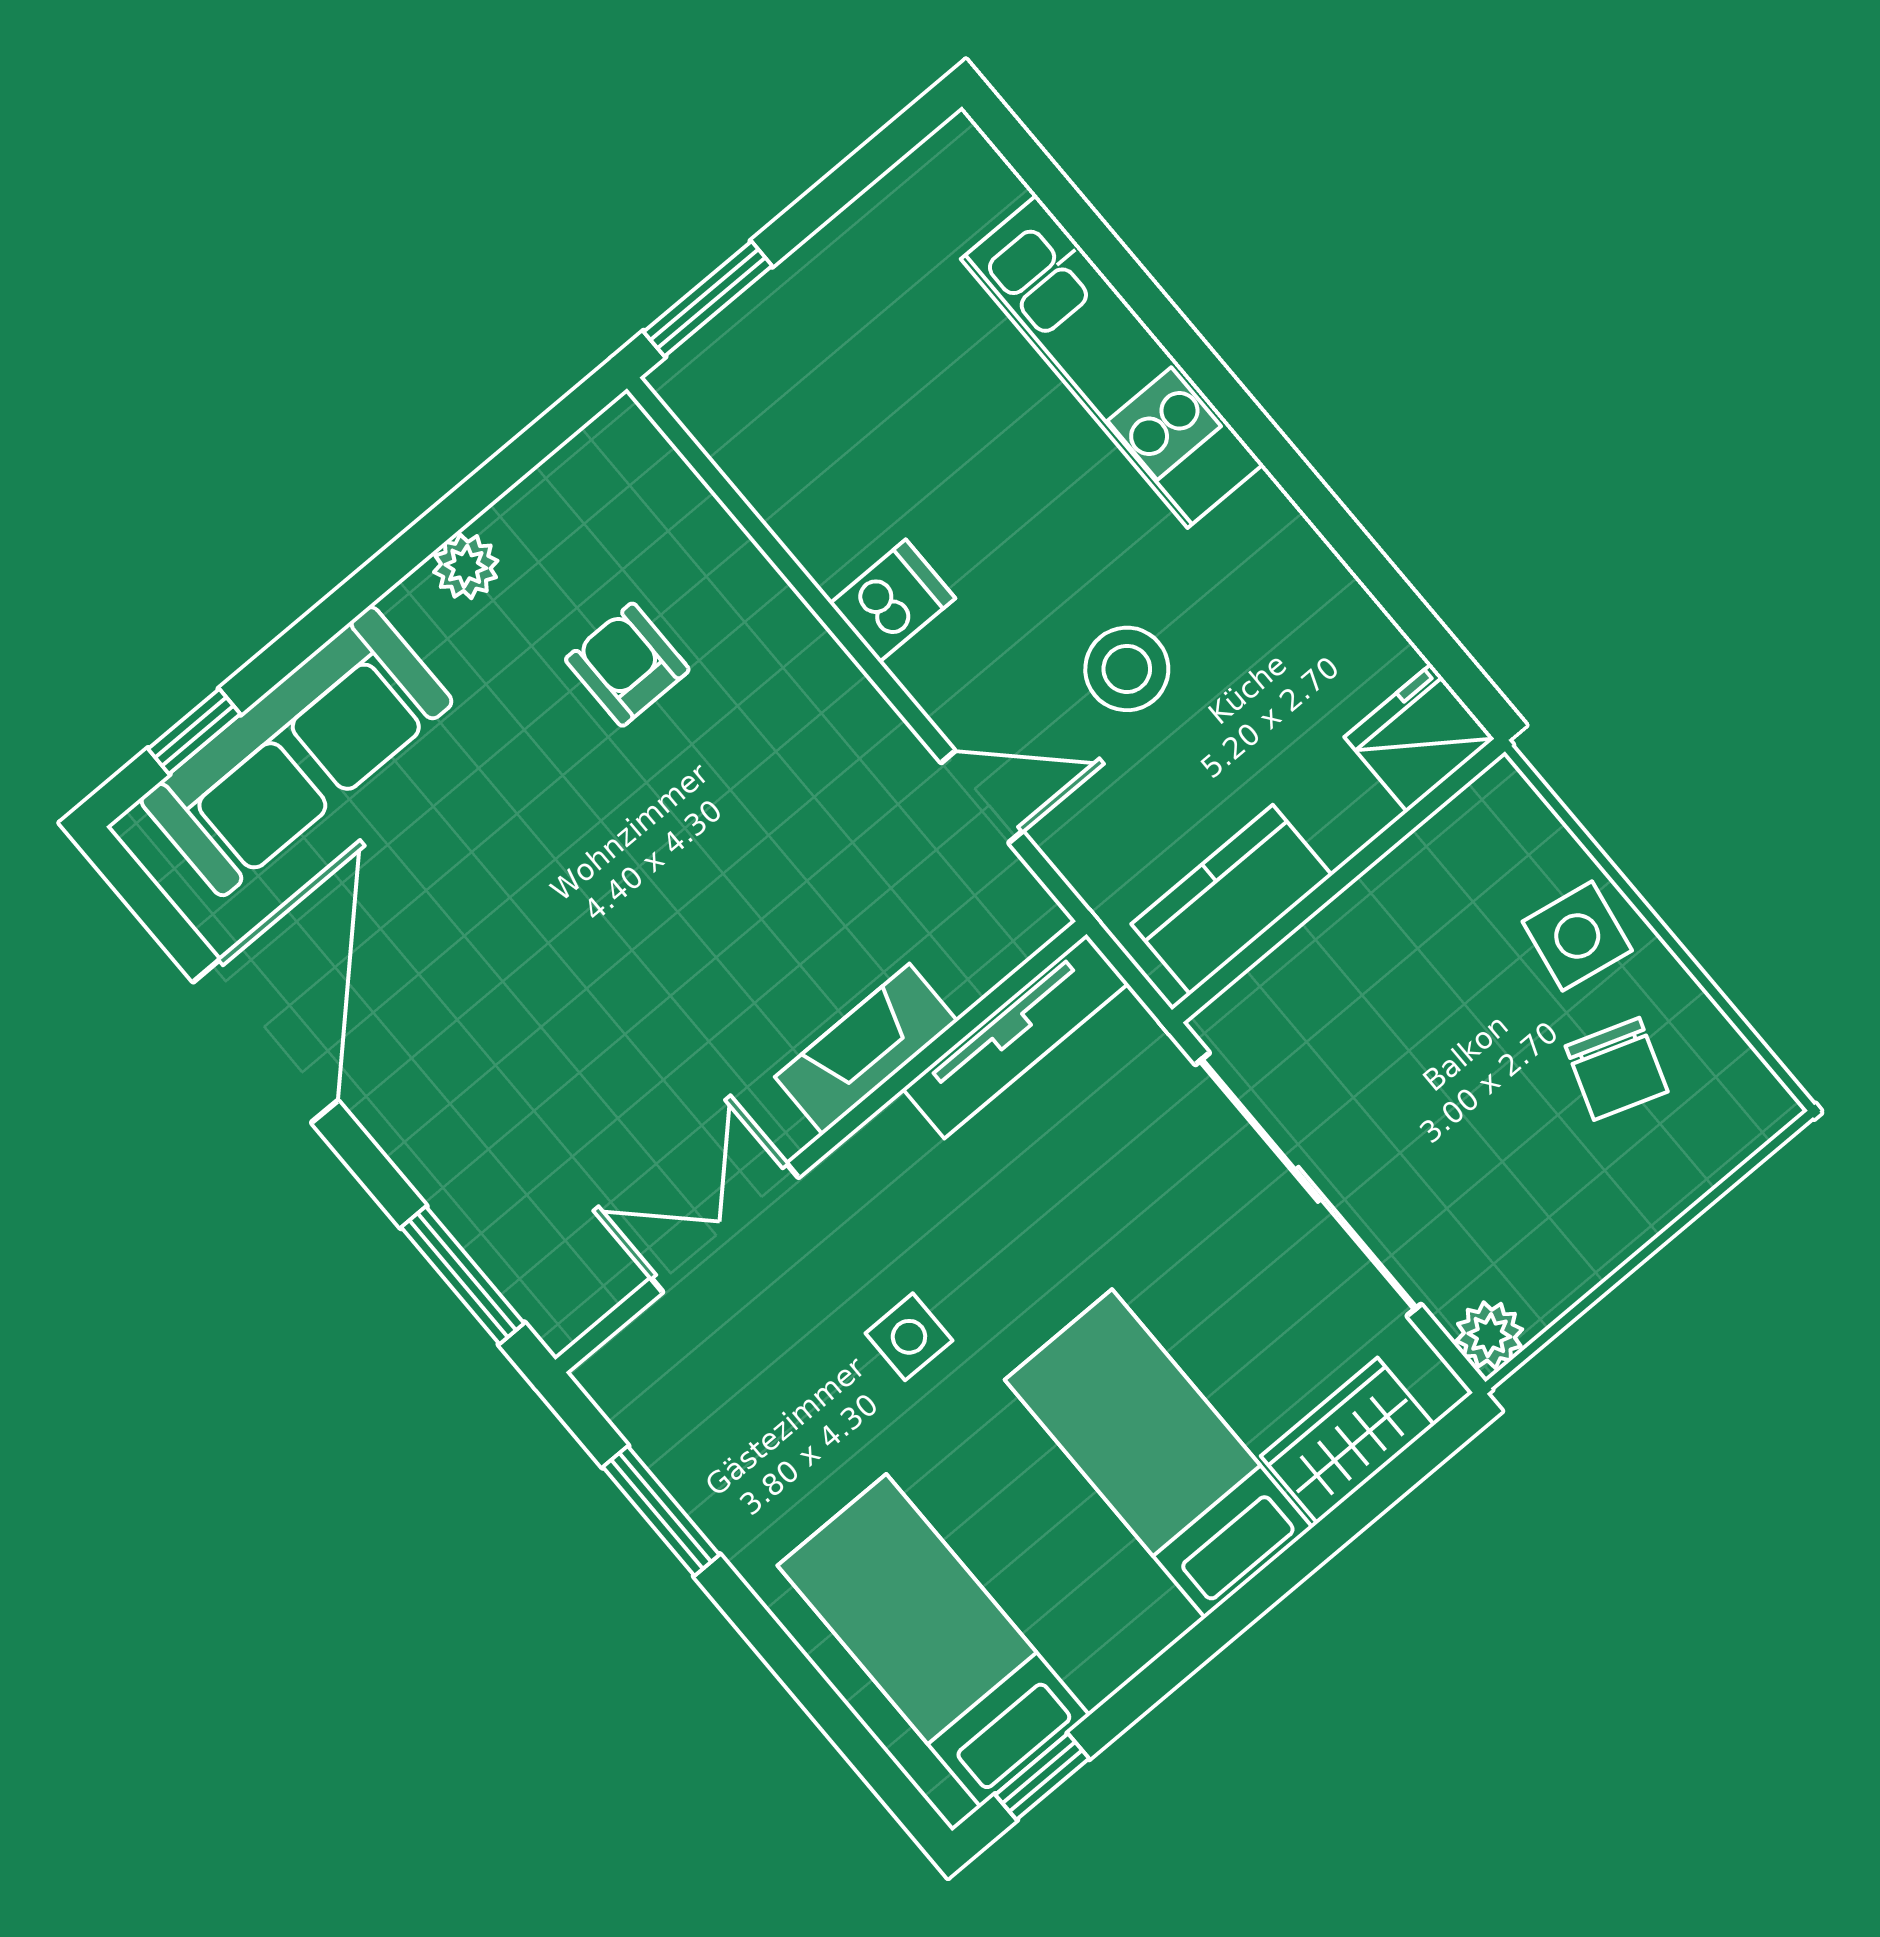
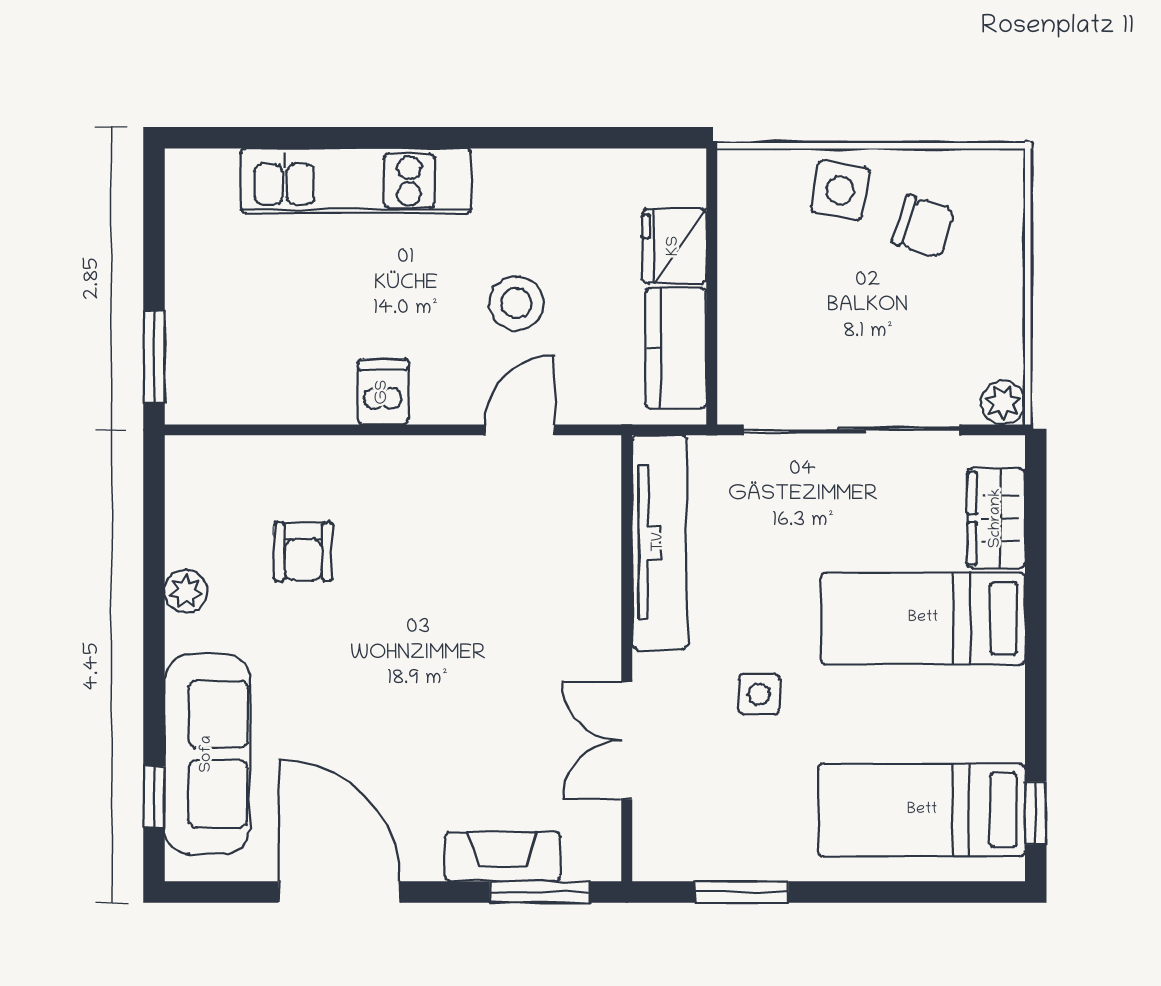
armchair: (627, 665) -> (303, 552), turned -90
fridge: (1419, 738) -> (674, 246), moved
tv unit: (1016, 1036) -> (659, 542), width x1.36, depth x1.29
fireplace: (866, 1049) -> (503, 857), moved, turned 90

